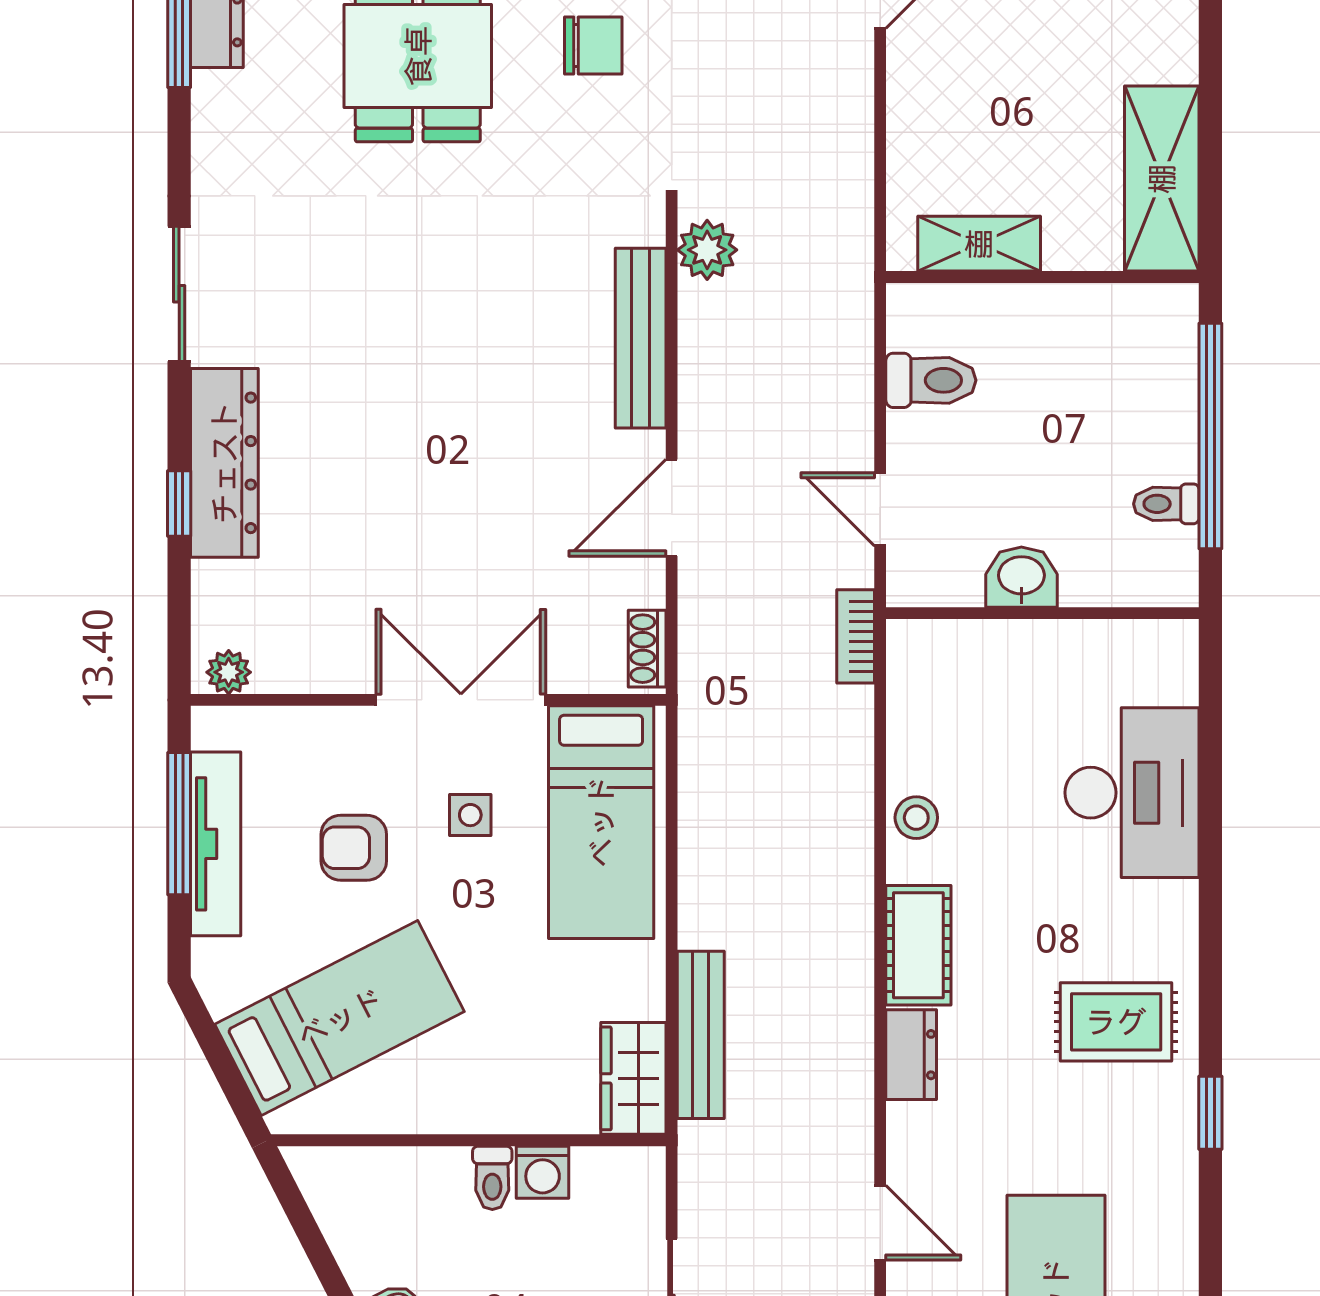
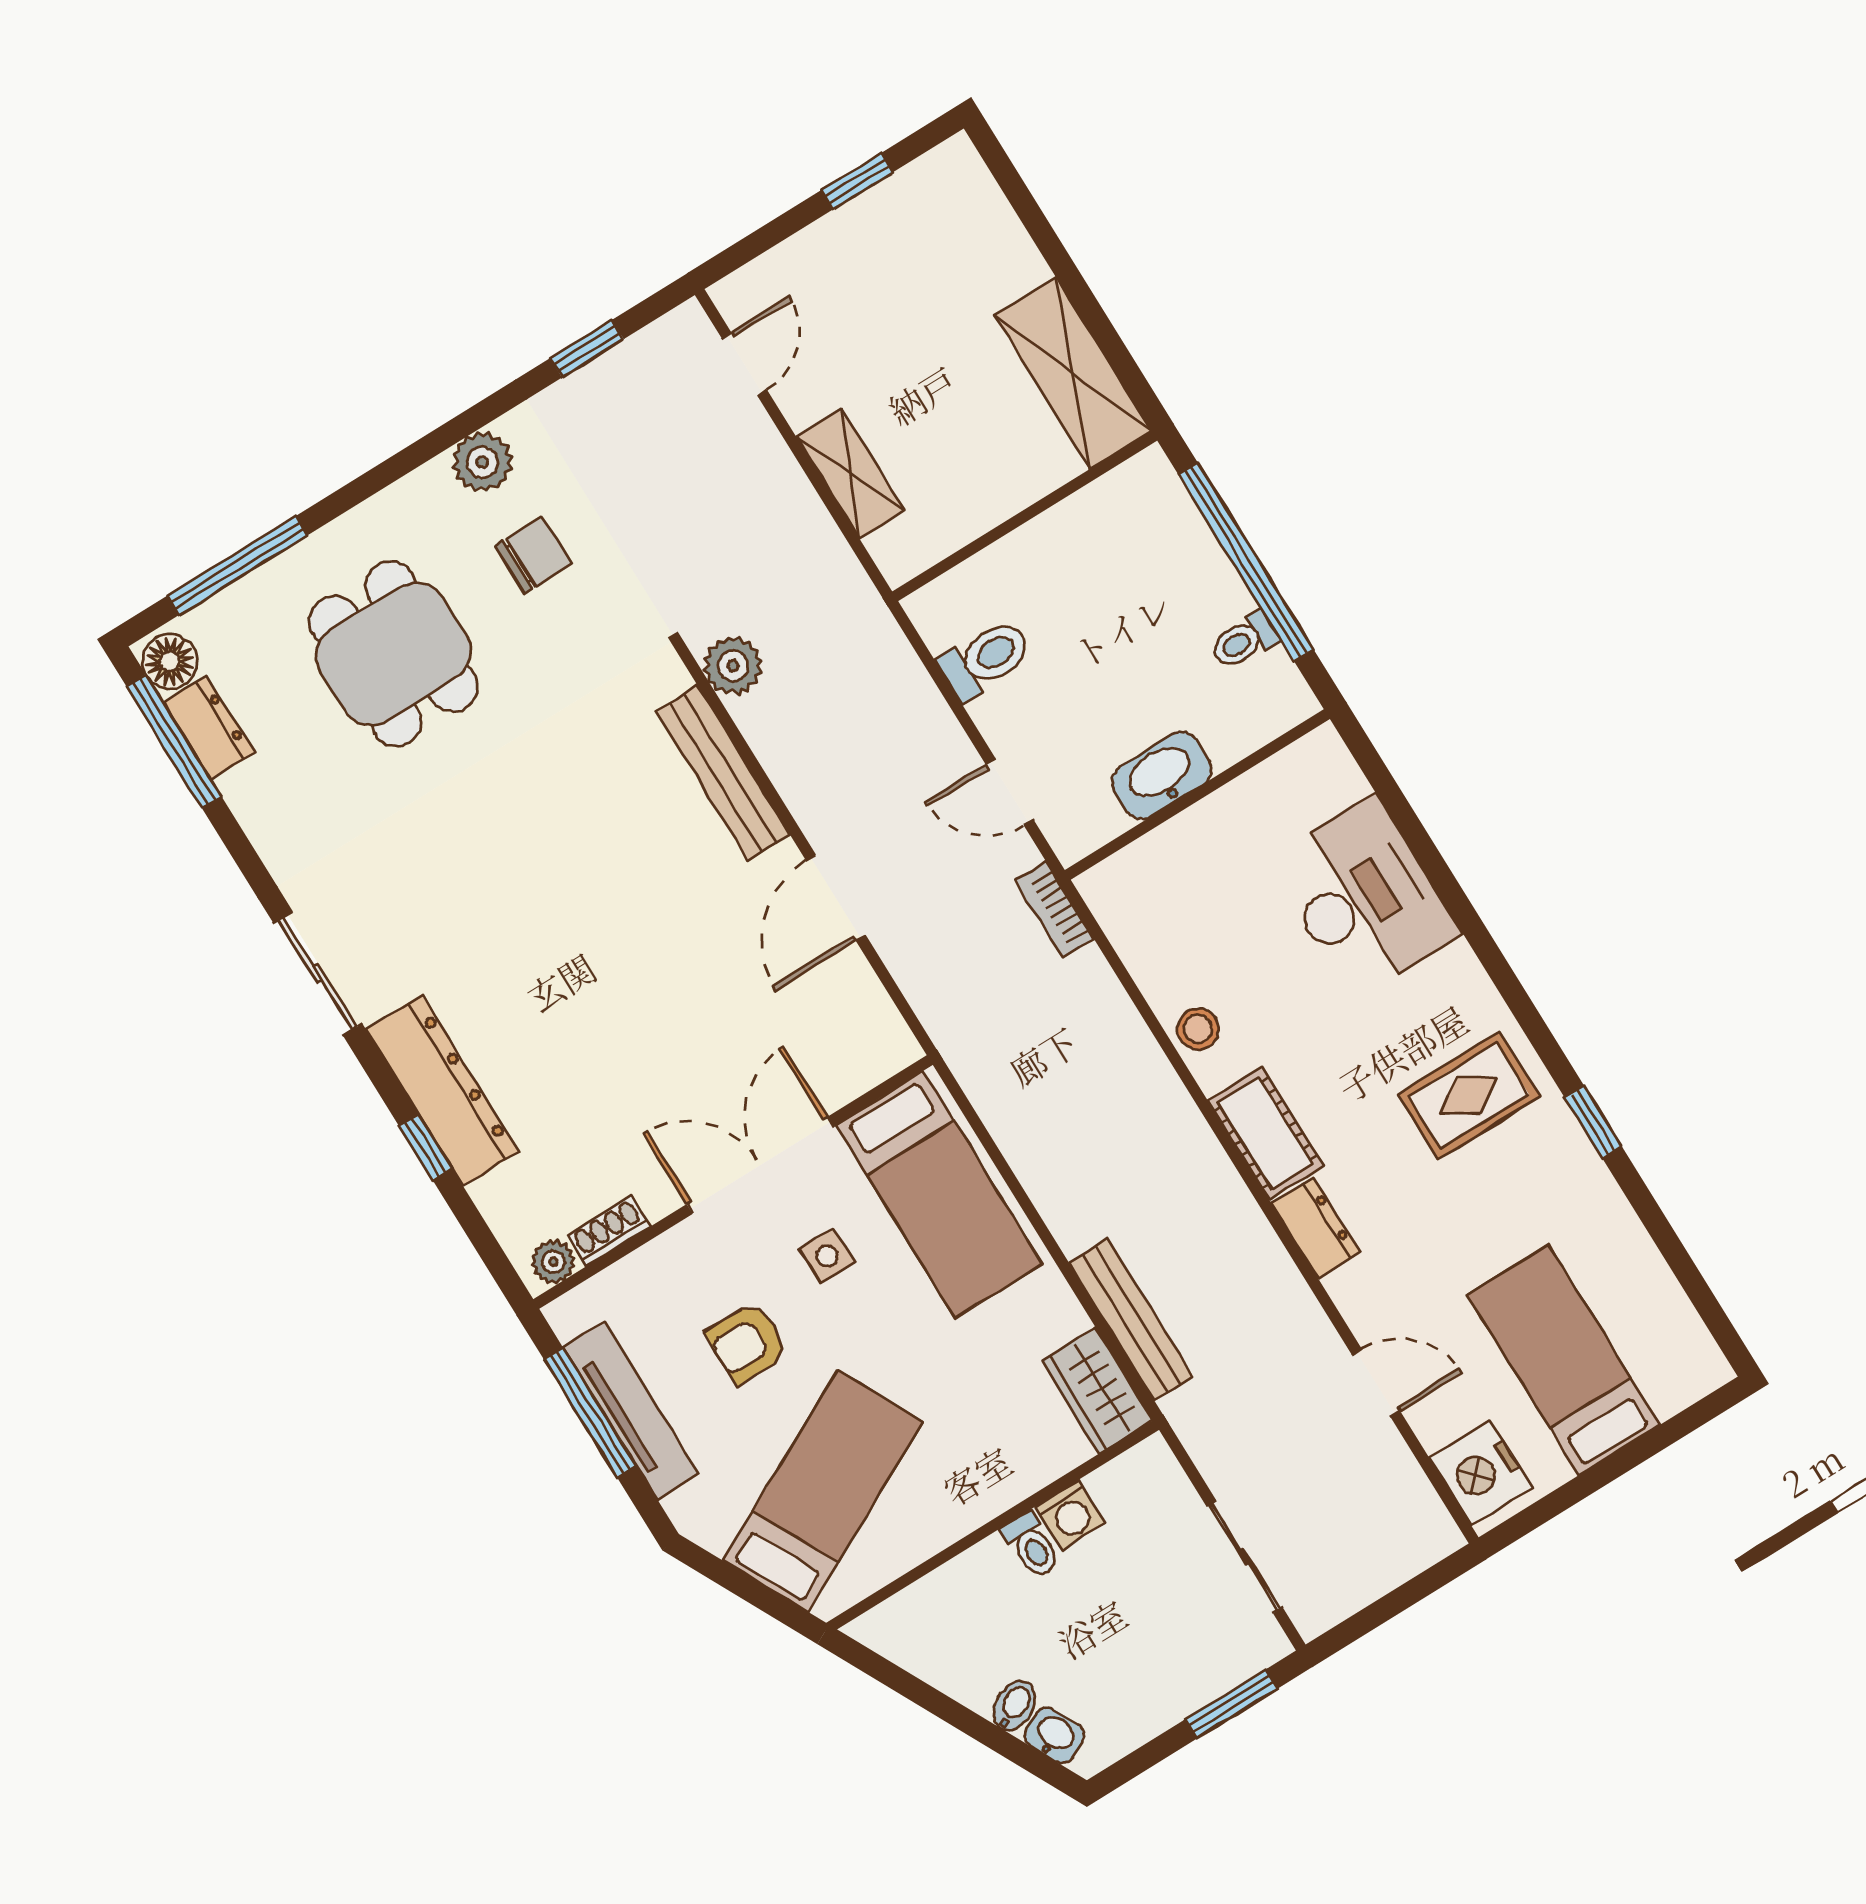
shelving: (979, 244) -> (850, 473), moved, turned 90
washbasin: (1021, 577) -> (1162, 775), width x1.38
shoe rack: (647, 649) -> (609, 1231), moved, turned 90

